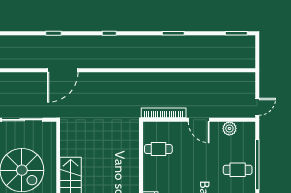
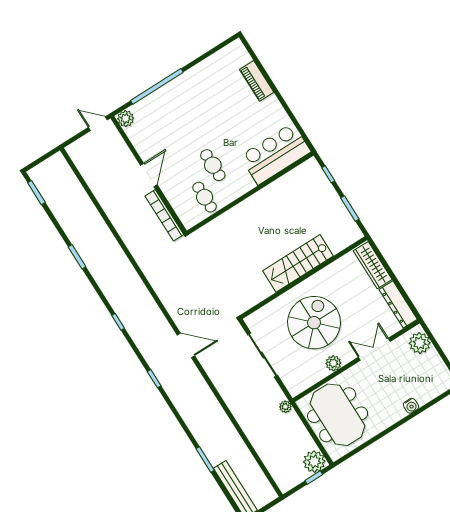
door: (63, 70) -> (186, 345), width x0.73
plant: (229, 128) -> (126, 119), moved
cafe table: (238, 170) -> (213, 165), moved

